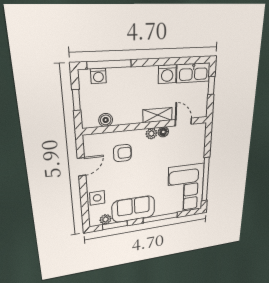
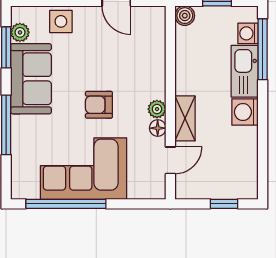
kitchen sink: (193, 73) -> (245, 71), moved
washing machine: (167, 74) -> (245, 112), moved
boiler: (106, 120) -> (185, 16), moved
armchair: (122, 153) -> (99, 105), moved, turned 90
corner sofa: (186, 189) -> (84, 169), moved

